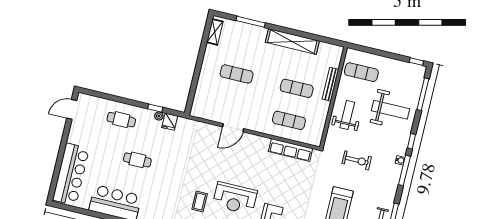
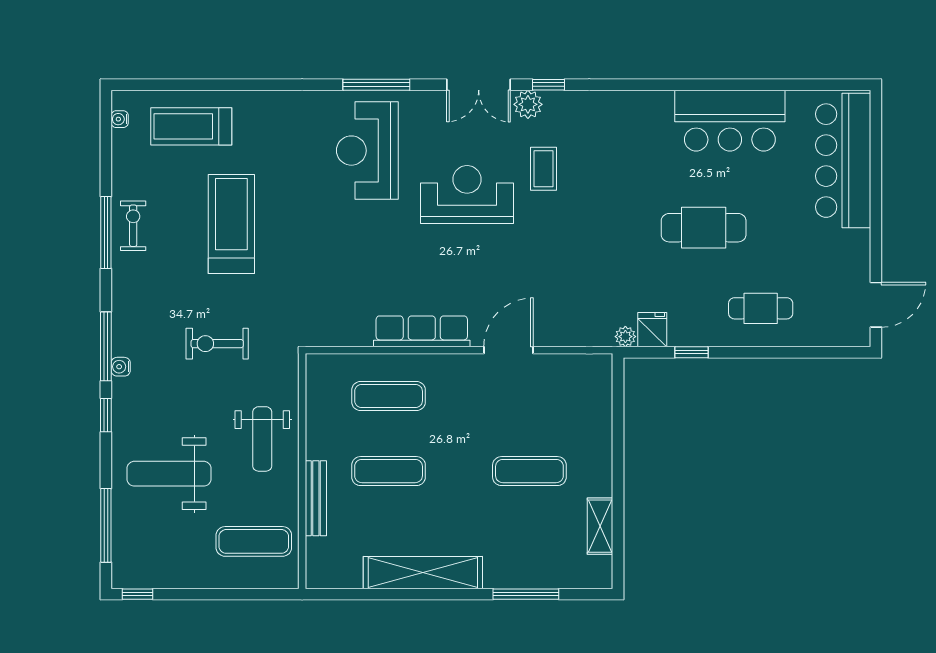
shelving: (215, 32) -> (600, 526), moved
plant: (159, 116) -> (625, 337), moved
row of seats: (291, 150) -> (422, 331), moved
cafe table: (137, 160) -> (704, 228), width x1.37, depth x1.35

